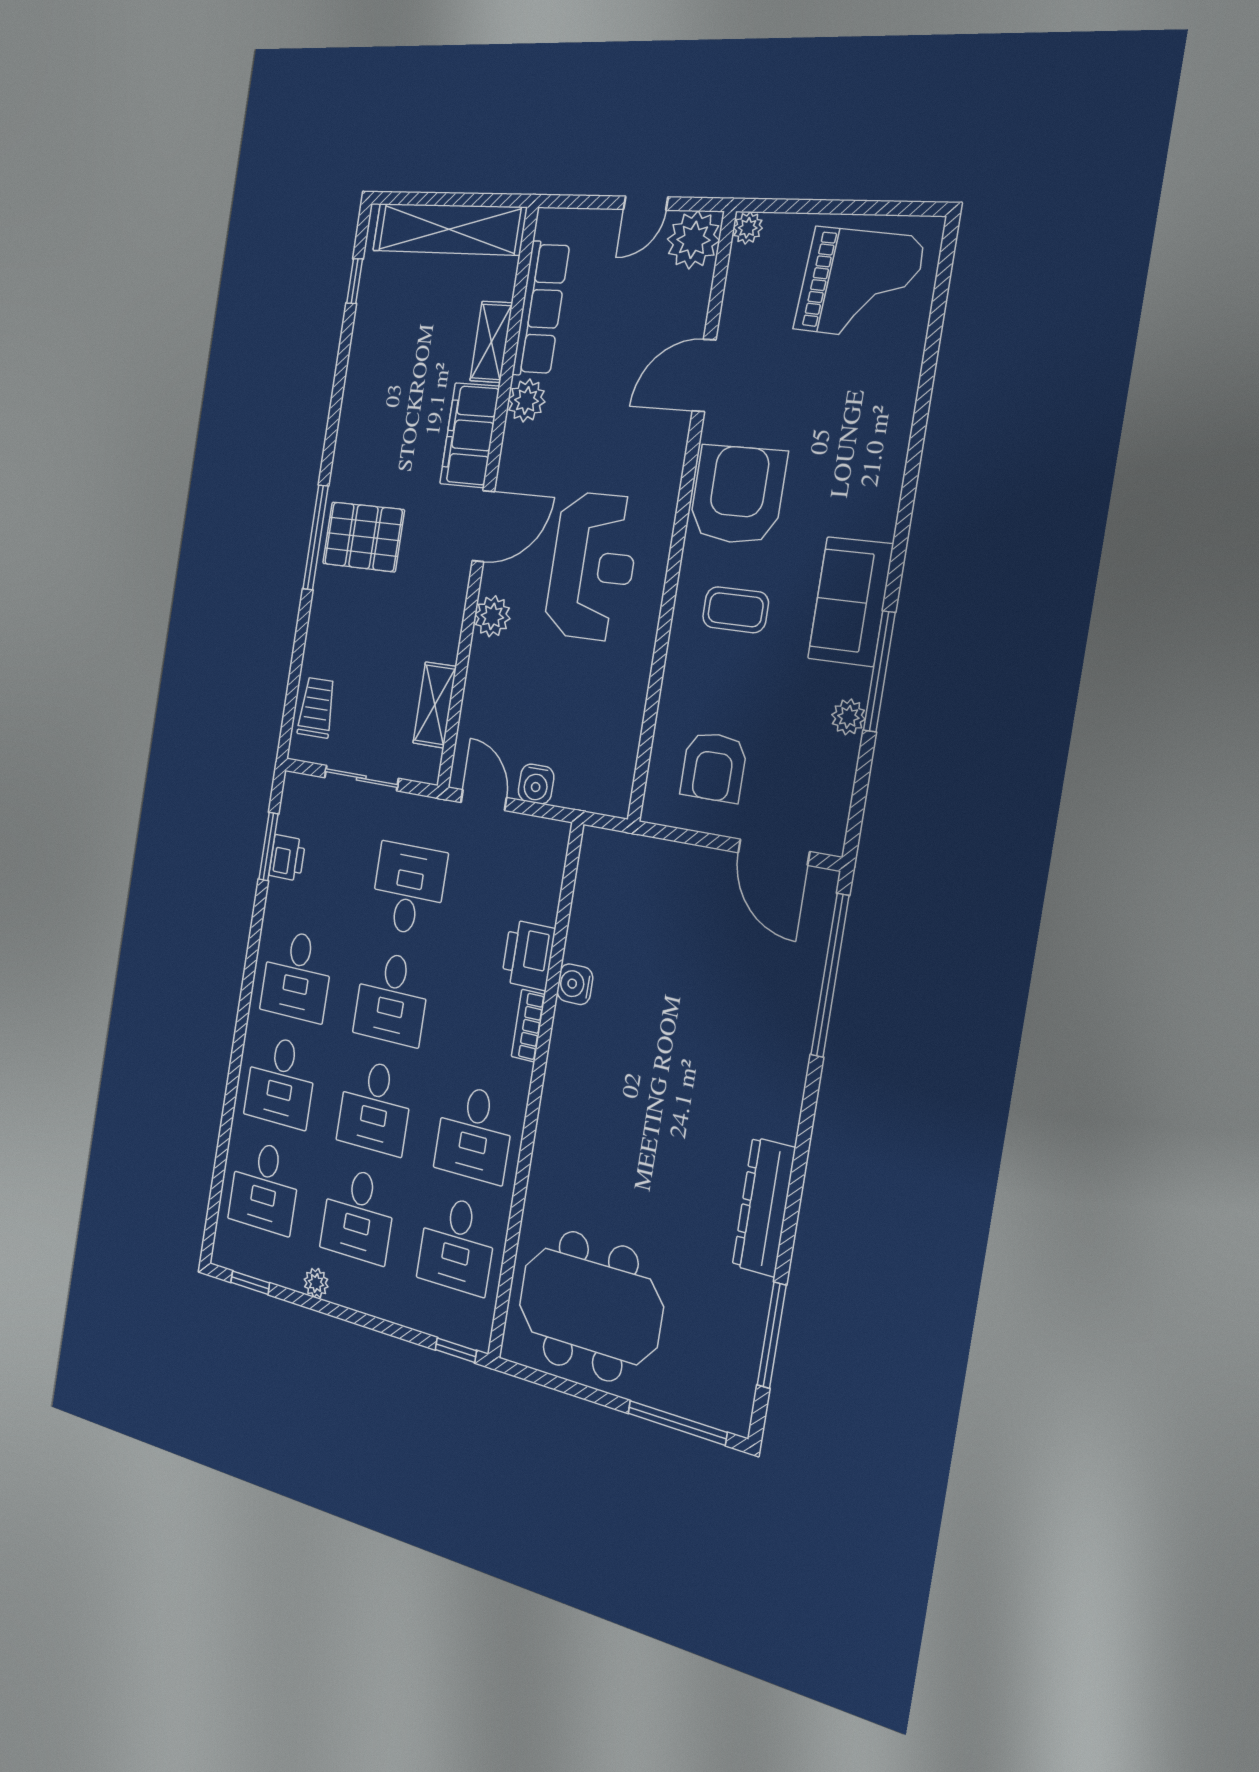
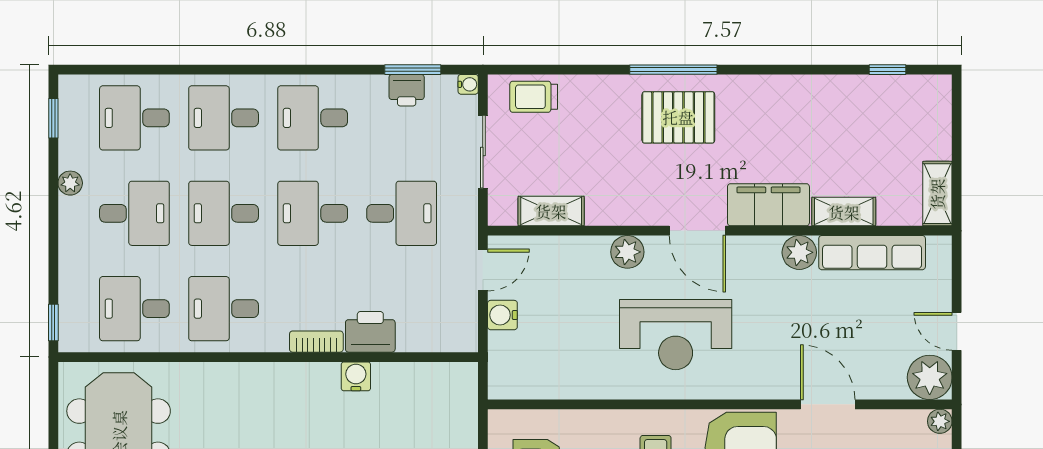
shelving: (449, 229) -> (937, 194), width x0.45, depth x0.75
pallet: (363, 537) -> (678, 117), turned 90
trolley: (317, 708) -> (534, 97), turned 180
water cooler: (293, 784) -> (468, 84), added
desk: (358, 1215) -> (134, 213), turned 180

